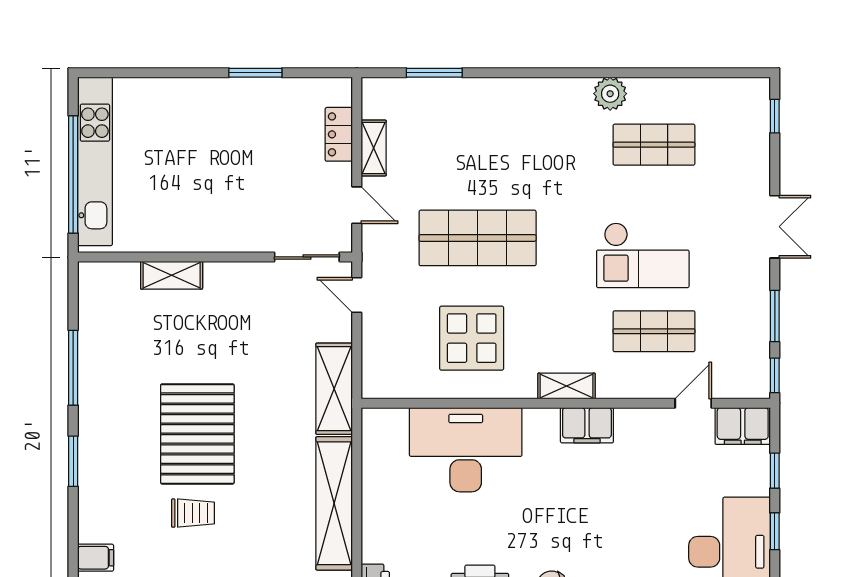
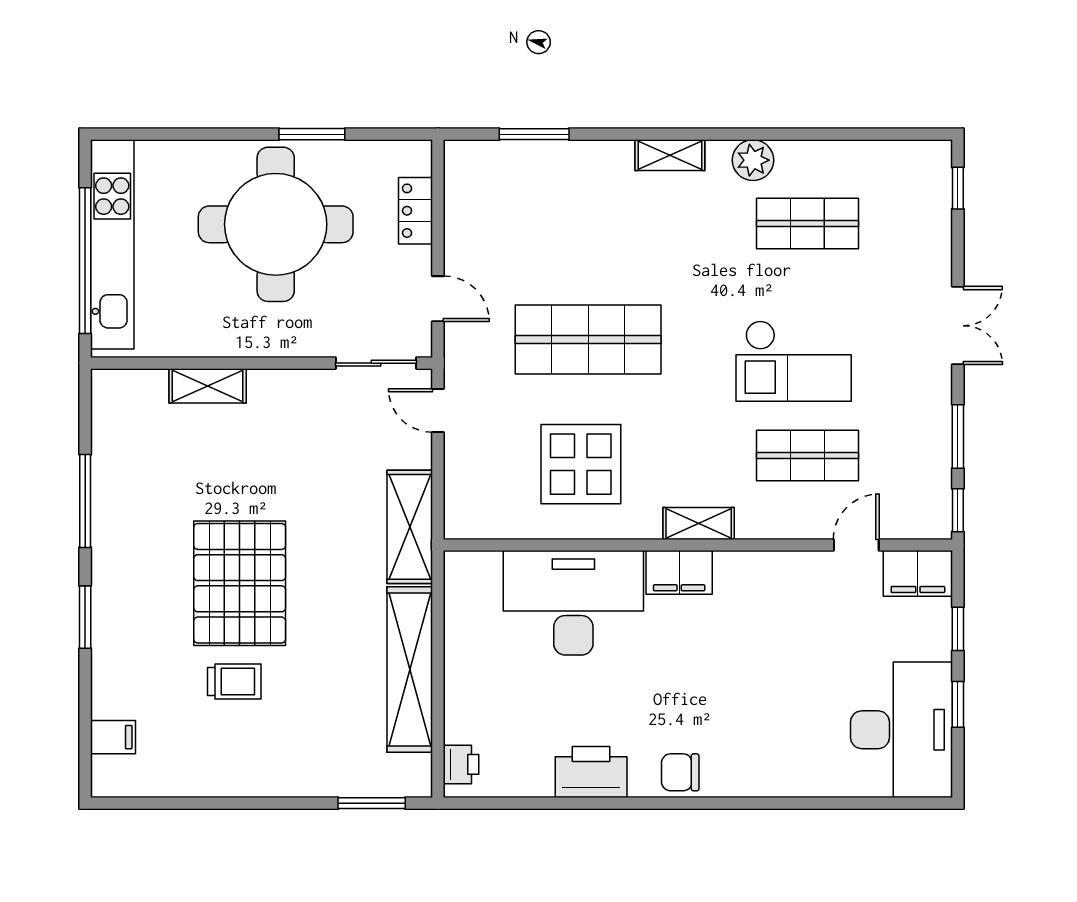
round table: (226, 145) -> (276, 224), added
shelving: (374, 148) -> (670, 155), moved, turned 90
filing cabinet: (587, 425) -> (679, 572), moved

